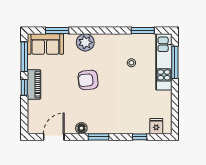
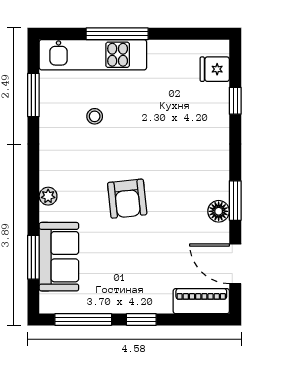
plant: (85, 42) -> (48, 196), width x0.53, depth x0.53
sofa: (45, 44) -> (59, 257), moved
window: (175, 62) -> (117, 34), moved
piano: (34, 84) -> (201, 301), moved
window: (98, 137) -> (235, 201), moved

